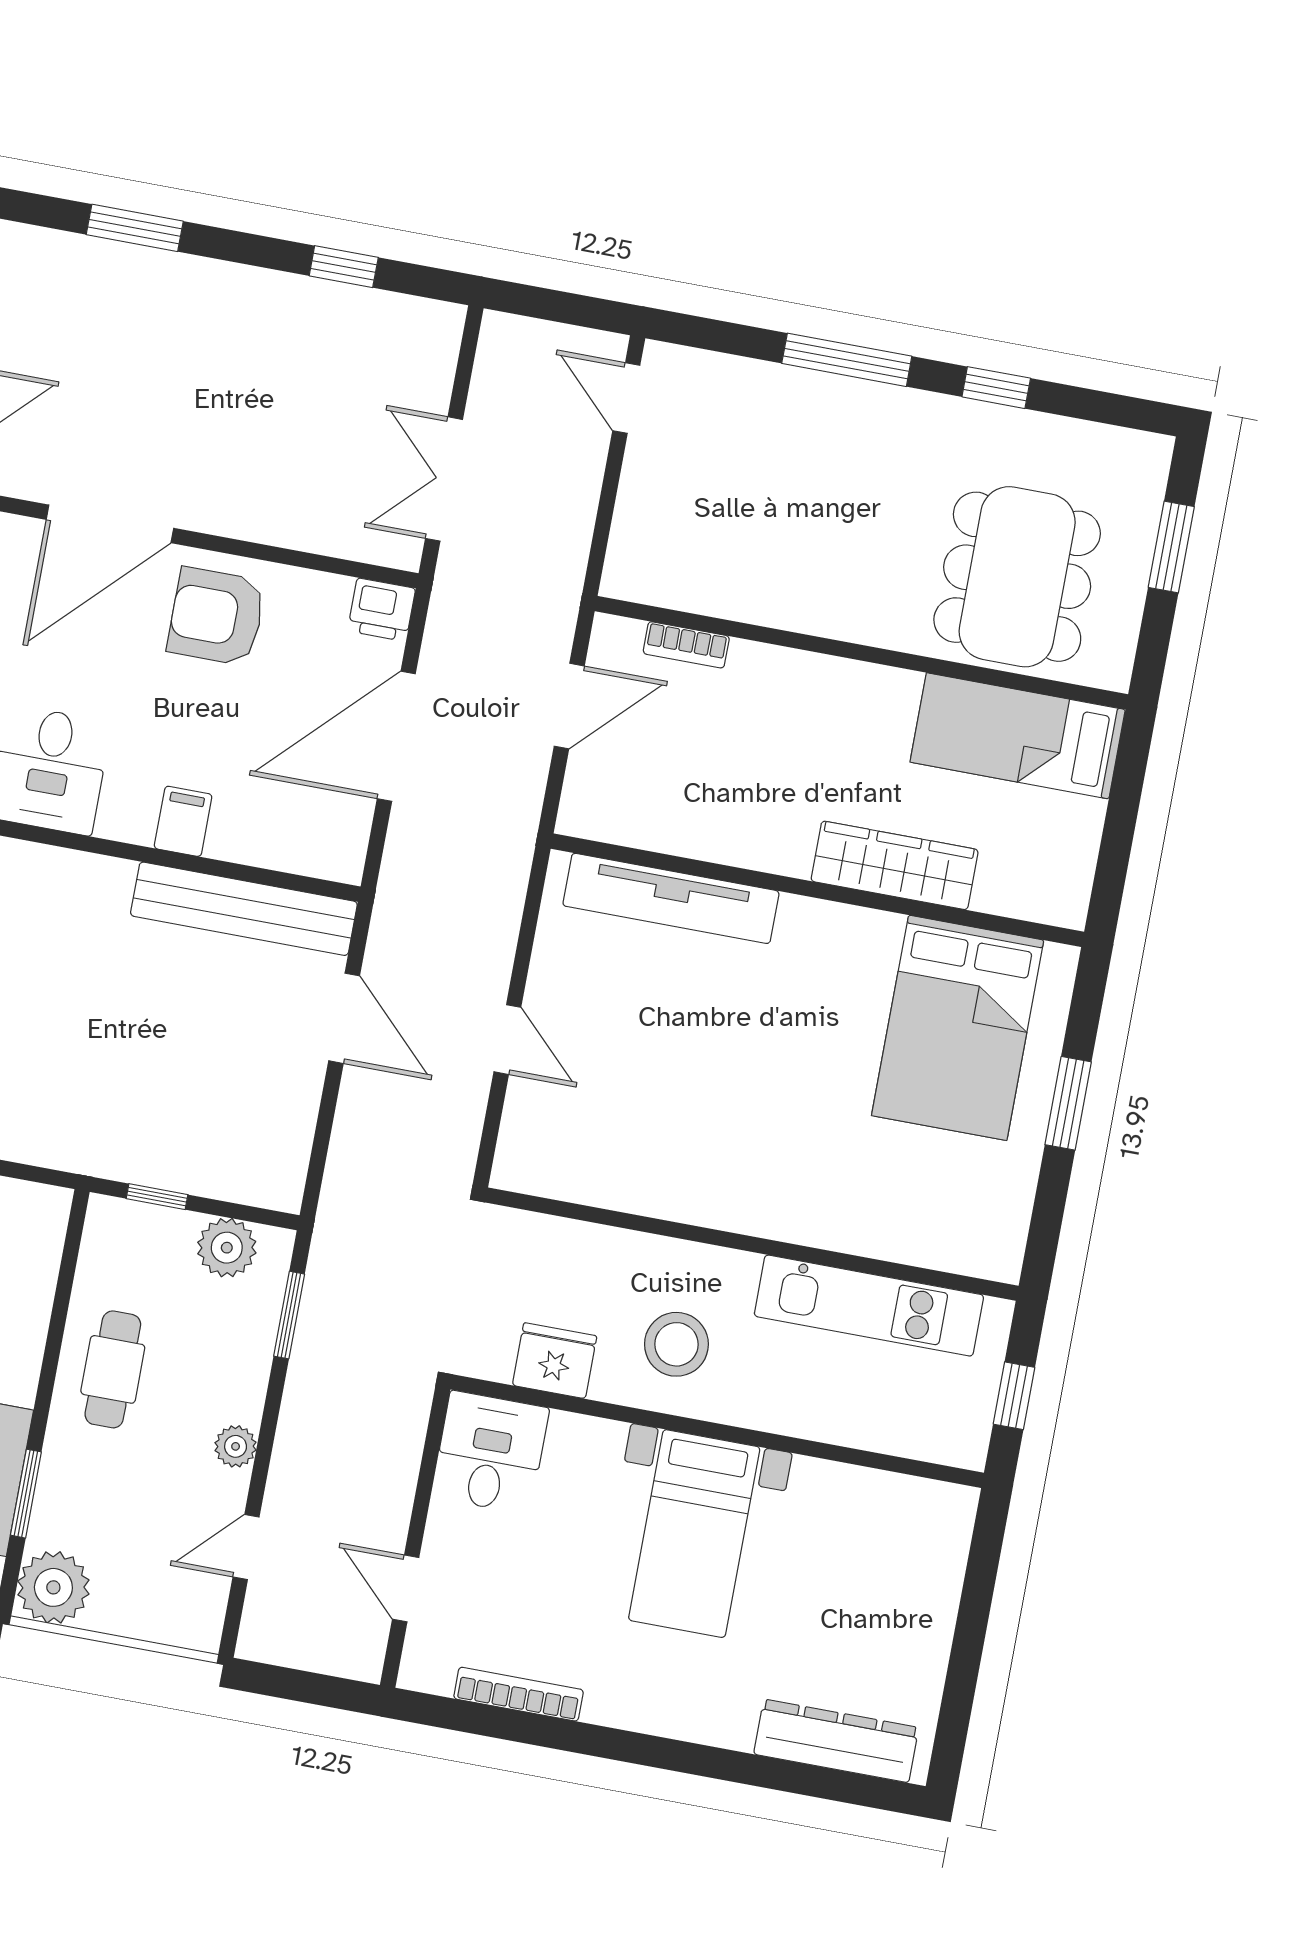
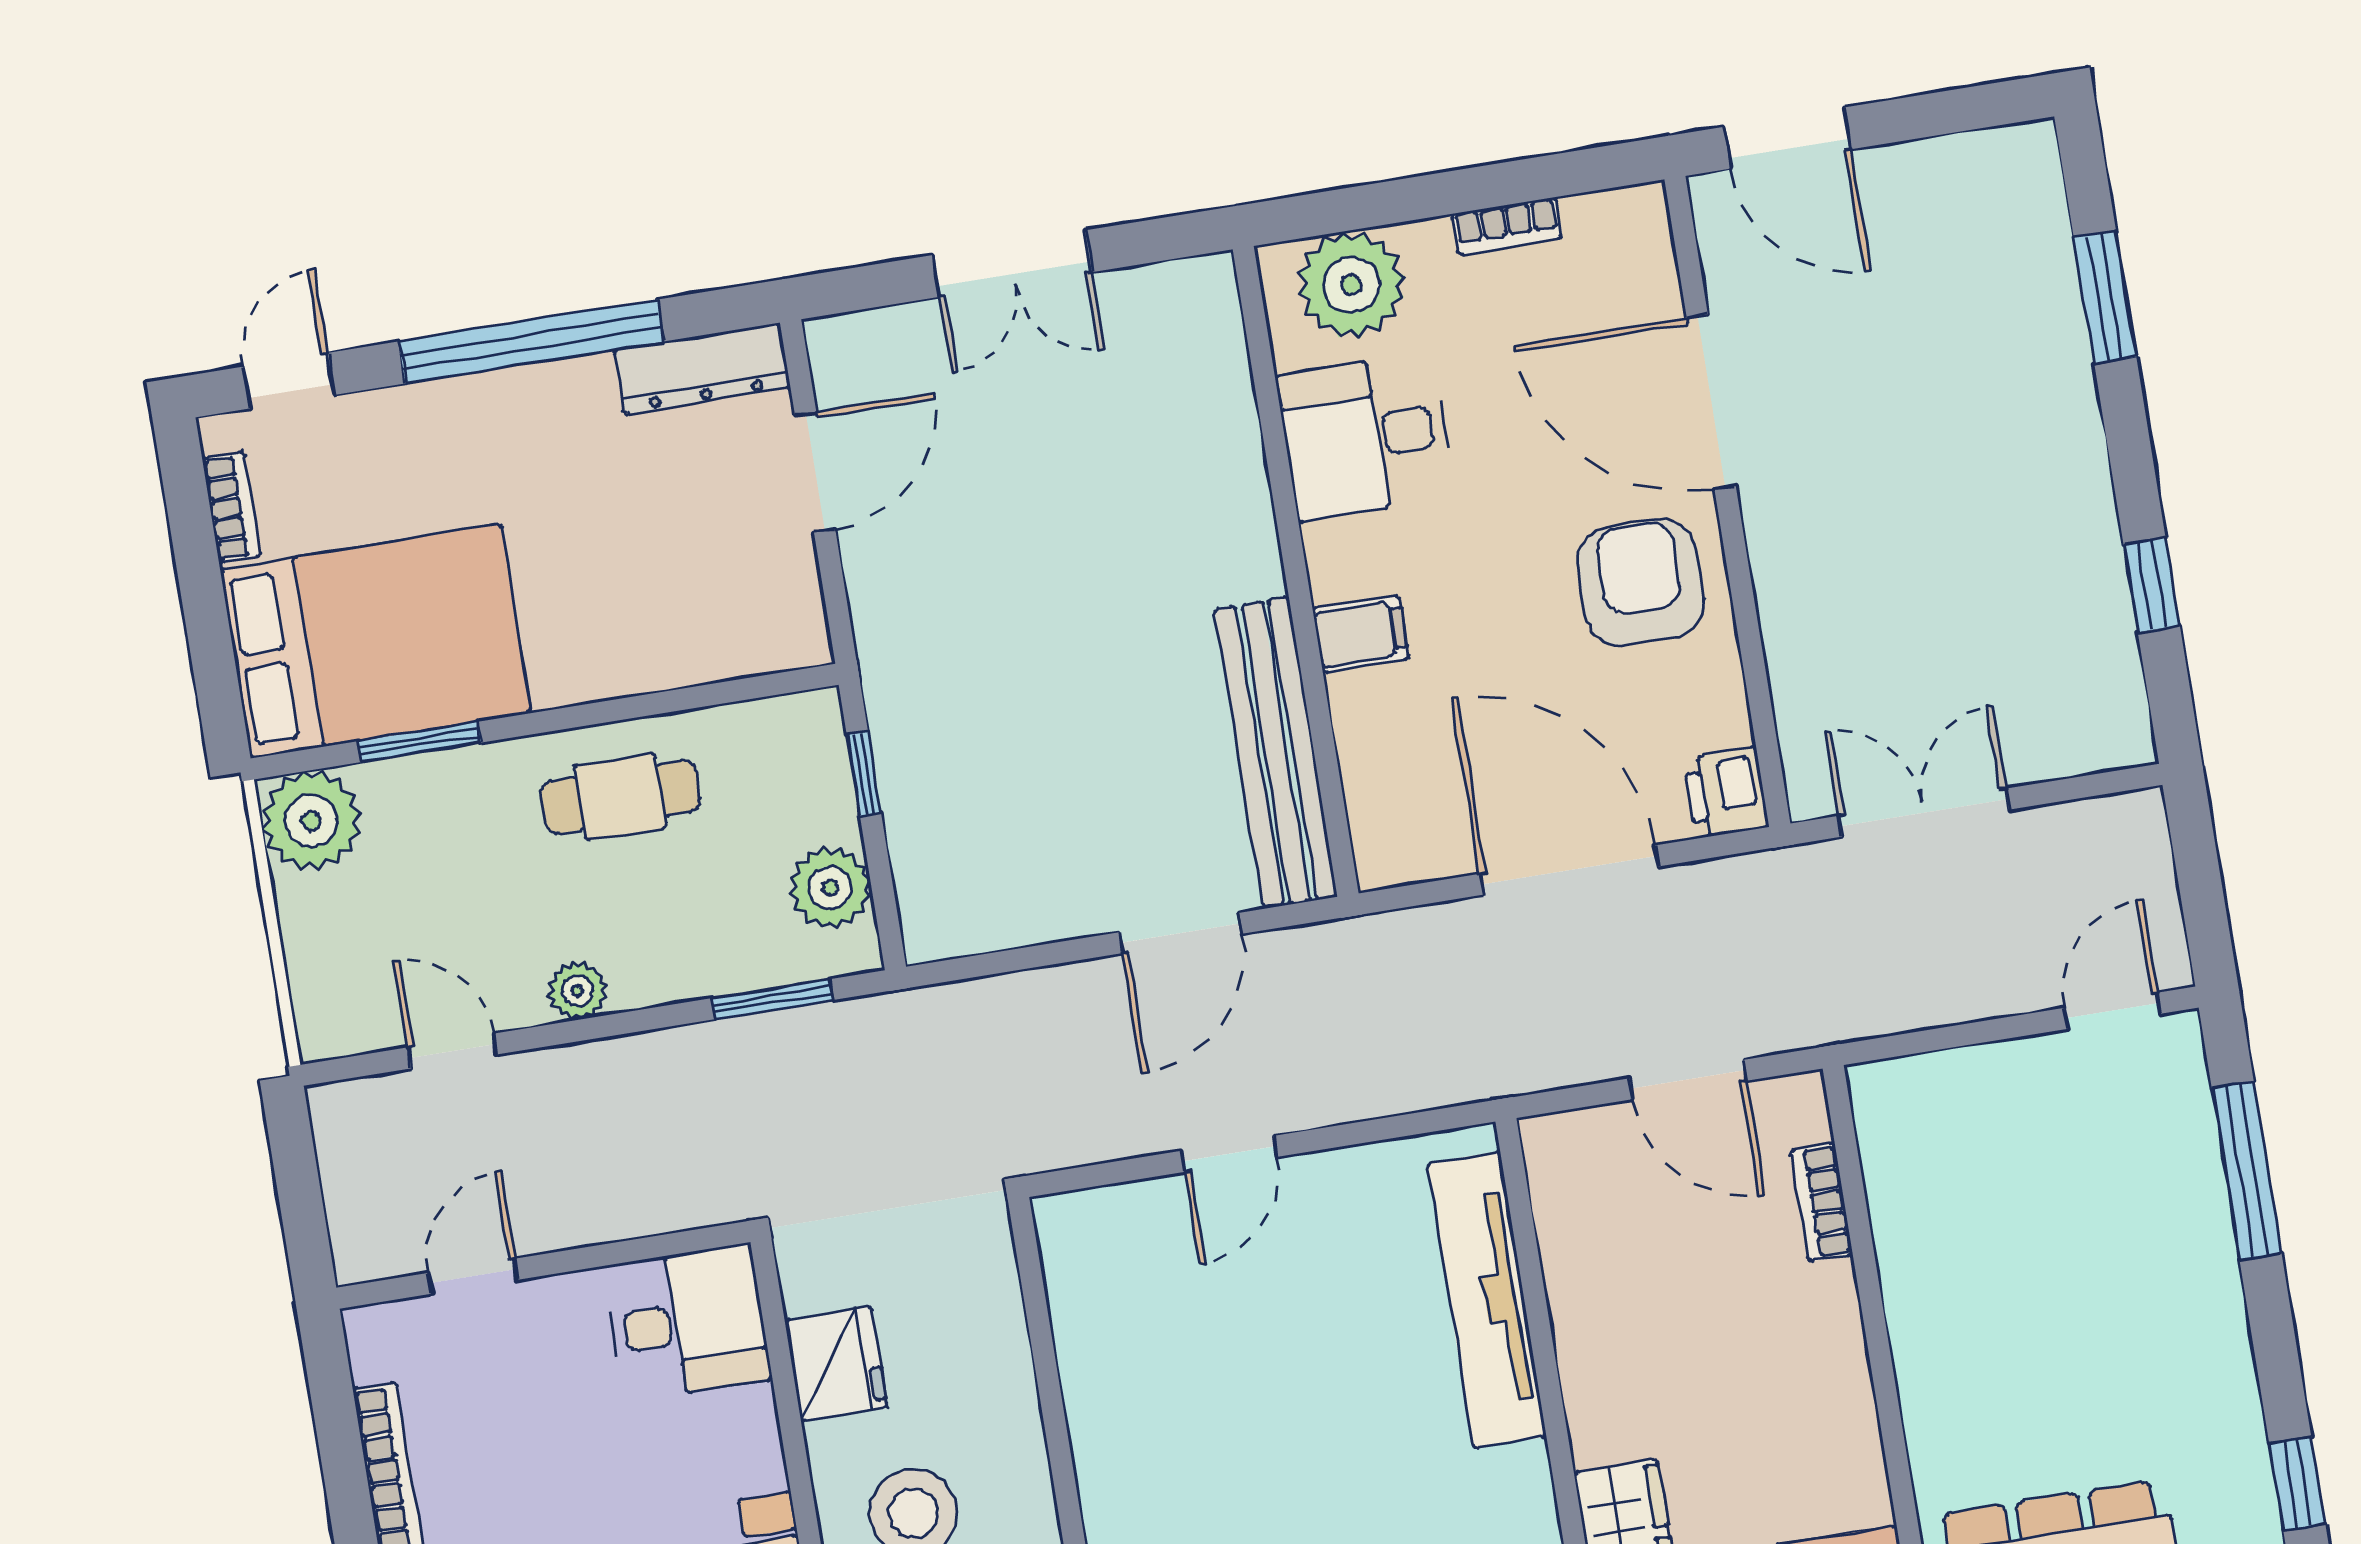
window: (847, 360) -> (2247, 1171), moved

